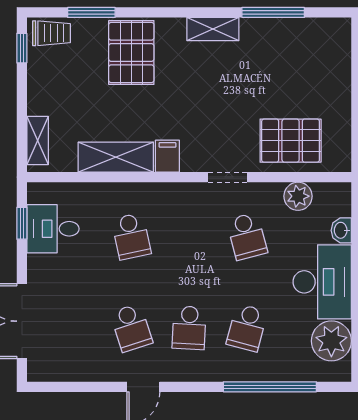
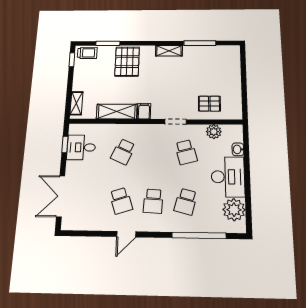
pallet: (291, 141) -> (209, 104), width x0.67, depth x0.71
school desk: (131, 236) -> (123, 152), turned 36

